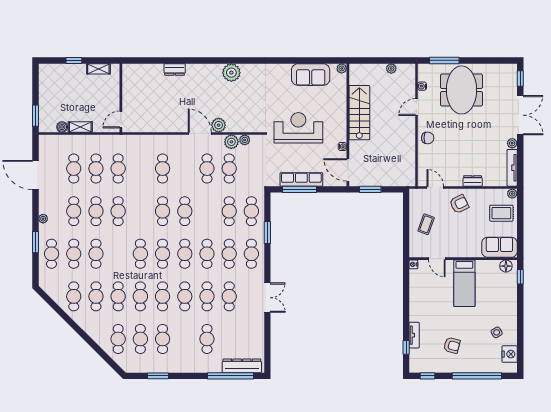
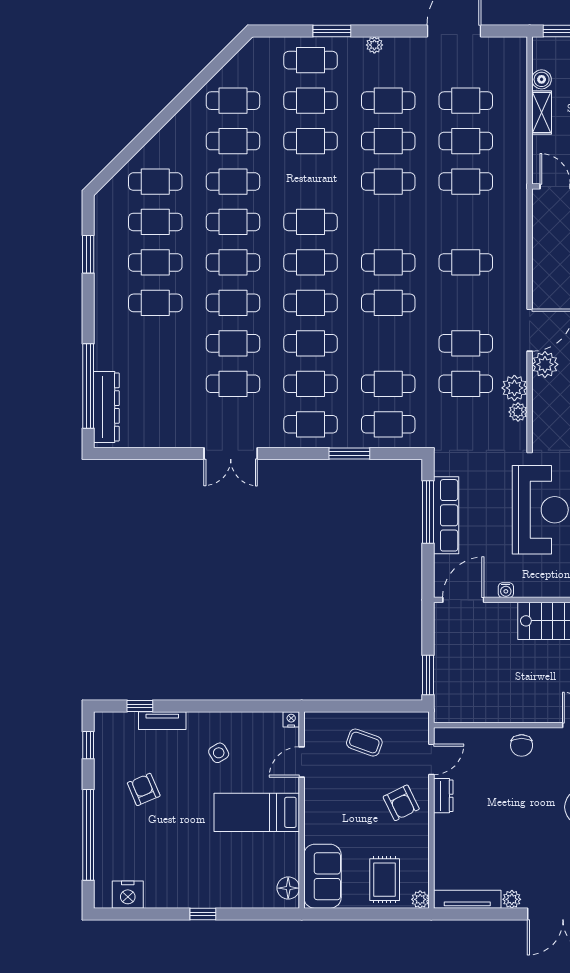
dresser: (473, 181) -> (443, 796), moved
window: (370, 189) -> (428, 675), moved
window: (520, 277) -> (203, 914), moved
side table: (497, 332) -> (219, 753), moved
cafe table: (207, 339) -> (155, 303), moved
armchair: (452, 345) -> (144, 789), turned 142

